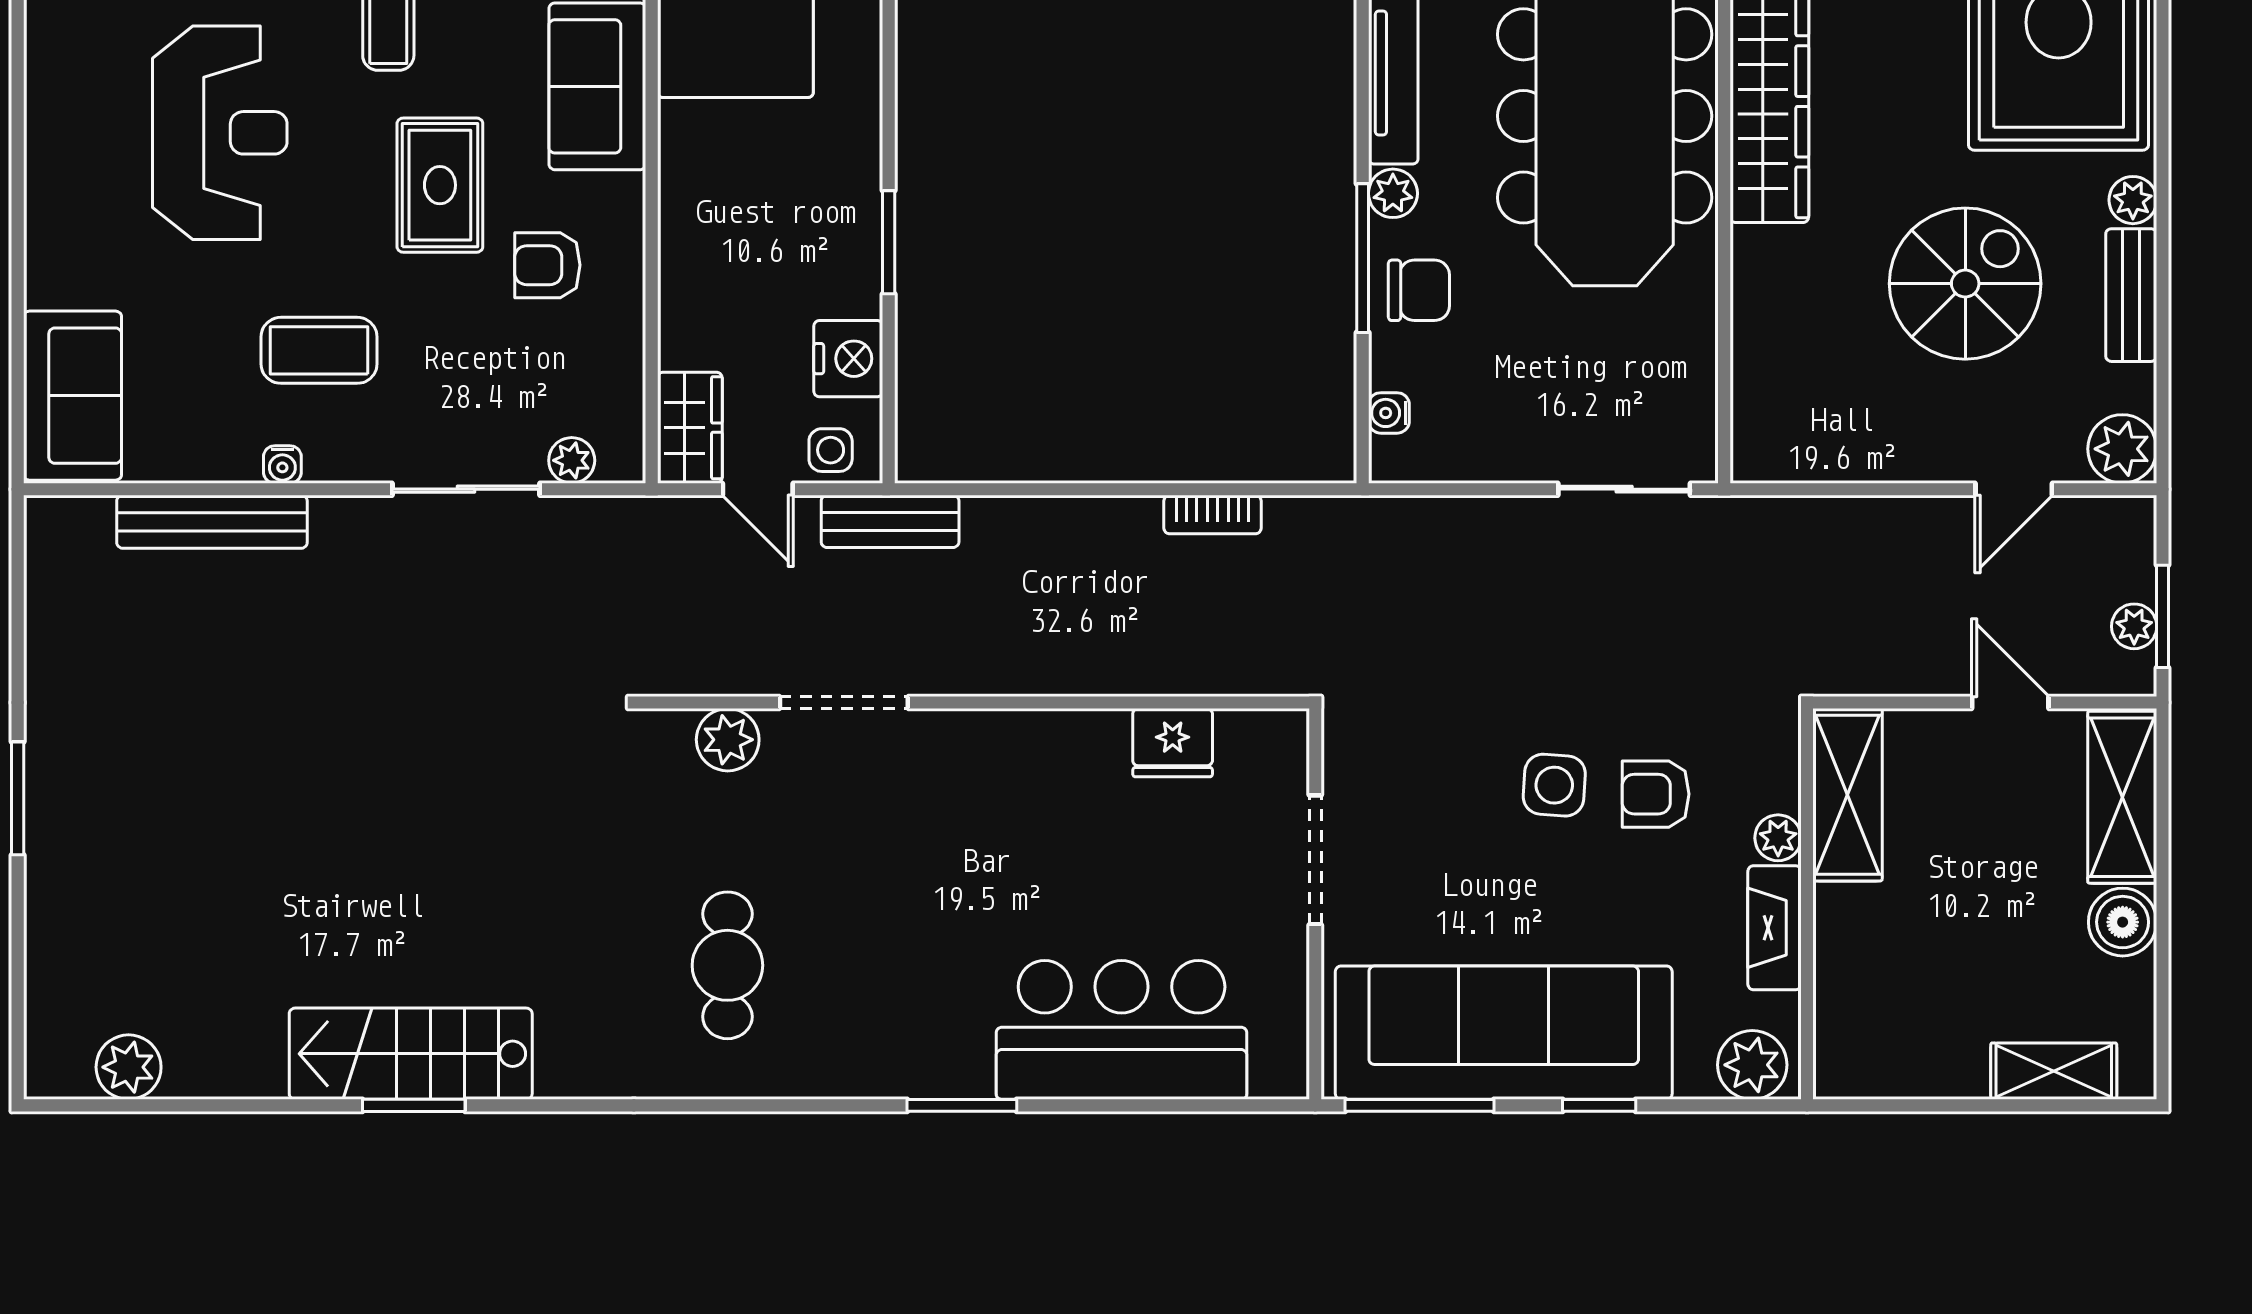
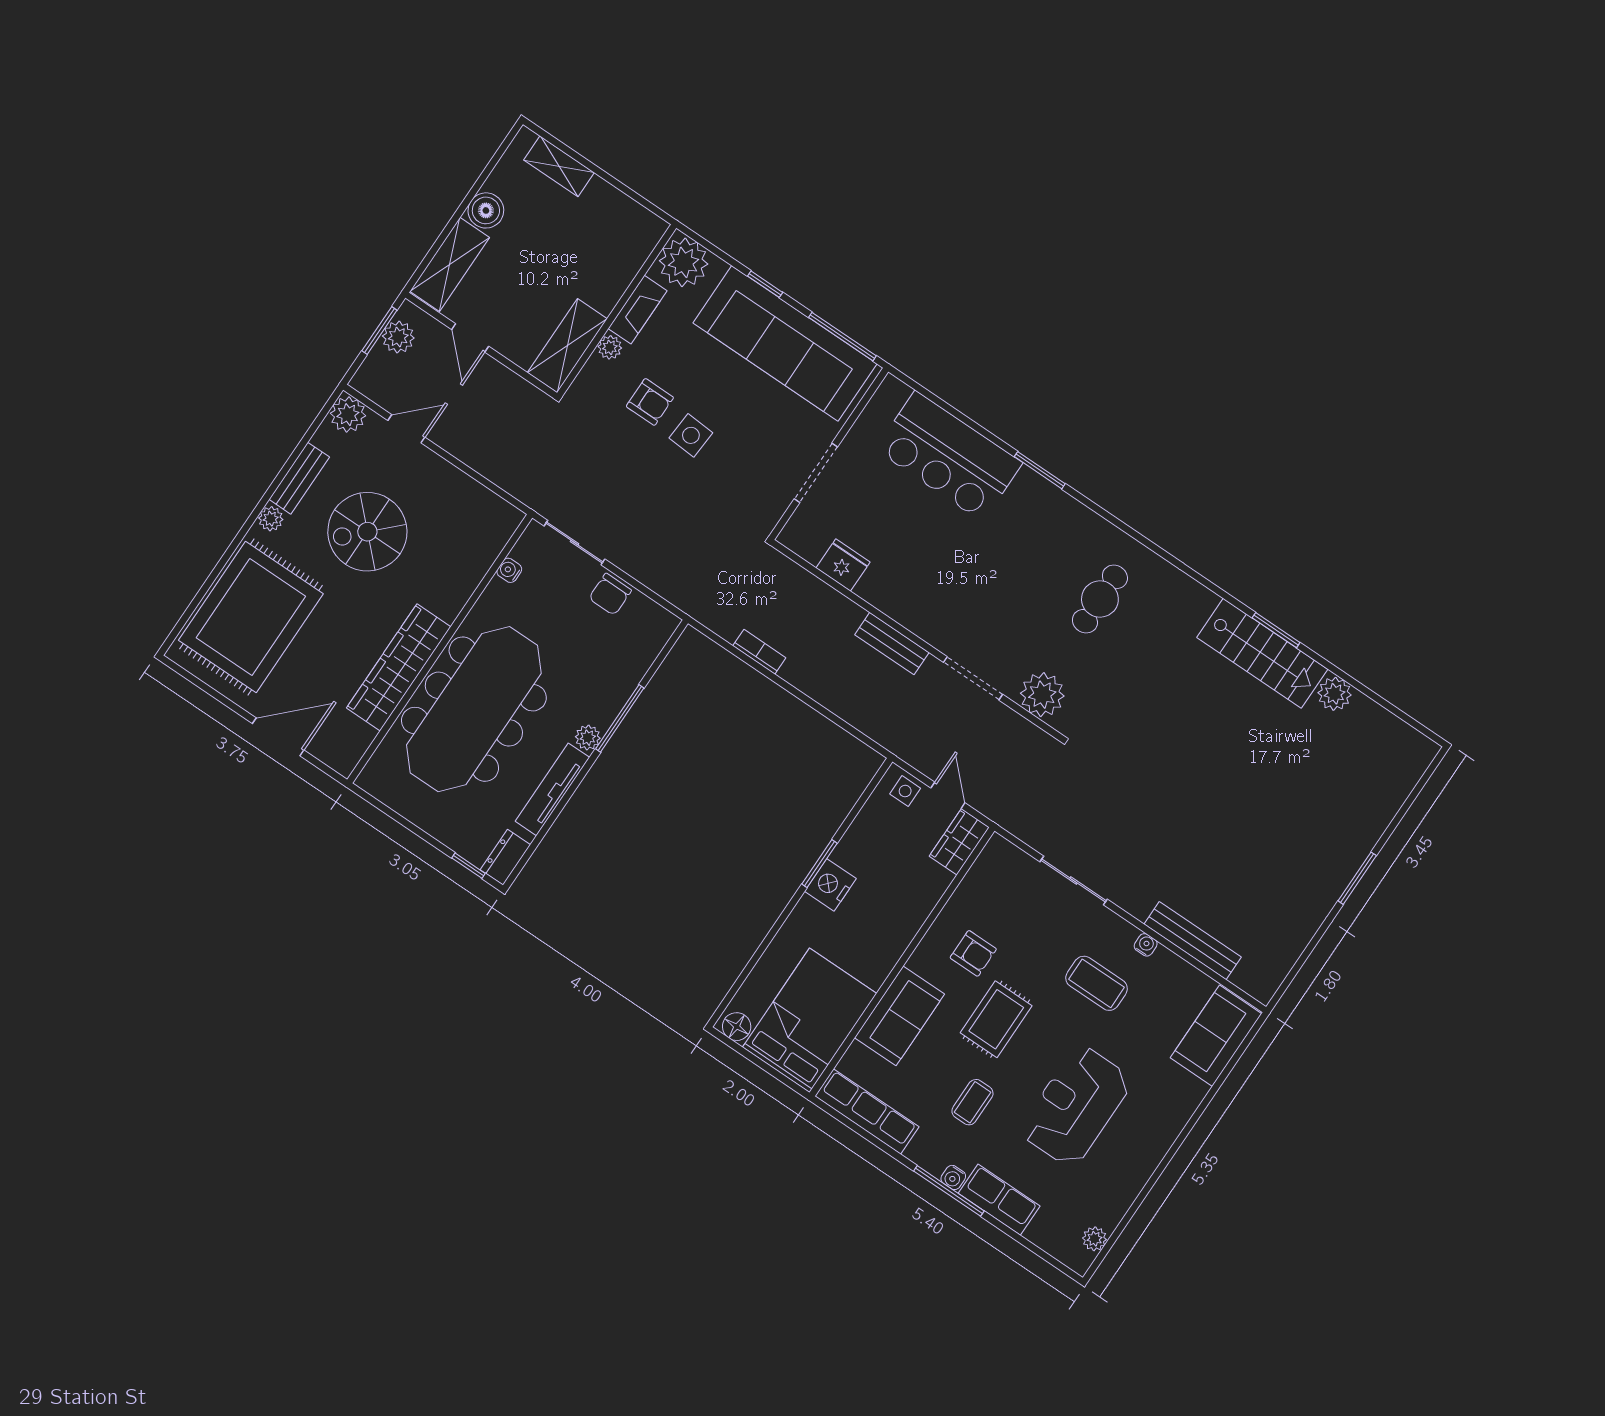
chair: (1419, 290) -> (610, 594), moved, turned -90
nightstand: (848, 359) -> (830, 885), moved
water cooler: (1389, 413) -> (509, 570), moved, turned 180
plant: (572, 460) -> (1020, 862), removed
bench: (890, 521) -> (892, 644), moved
plant: (2134, 626) -> (398, 337), width x1.38, depth x1.38
plant: (728, 740) -> (1042, 695), width x1.36, depth x1.36
plant: (1752, 1065) -> (684, 262), width x1.36, depth x1.36
plant: (129, 1067) -> (1334, 694), moved

